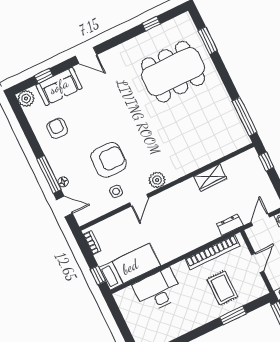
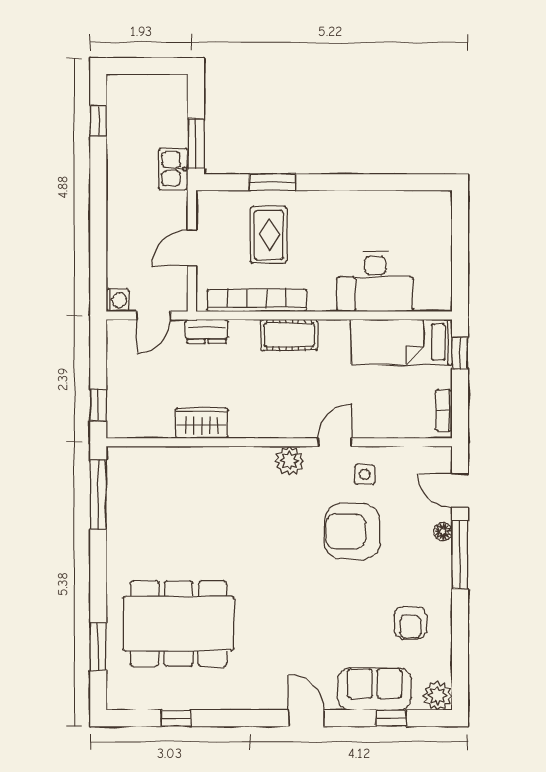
cot: (188, 243) -> (289, 335), added

